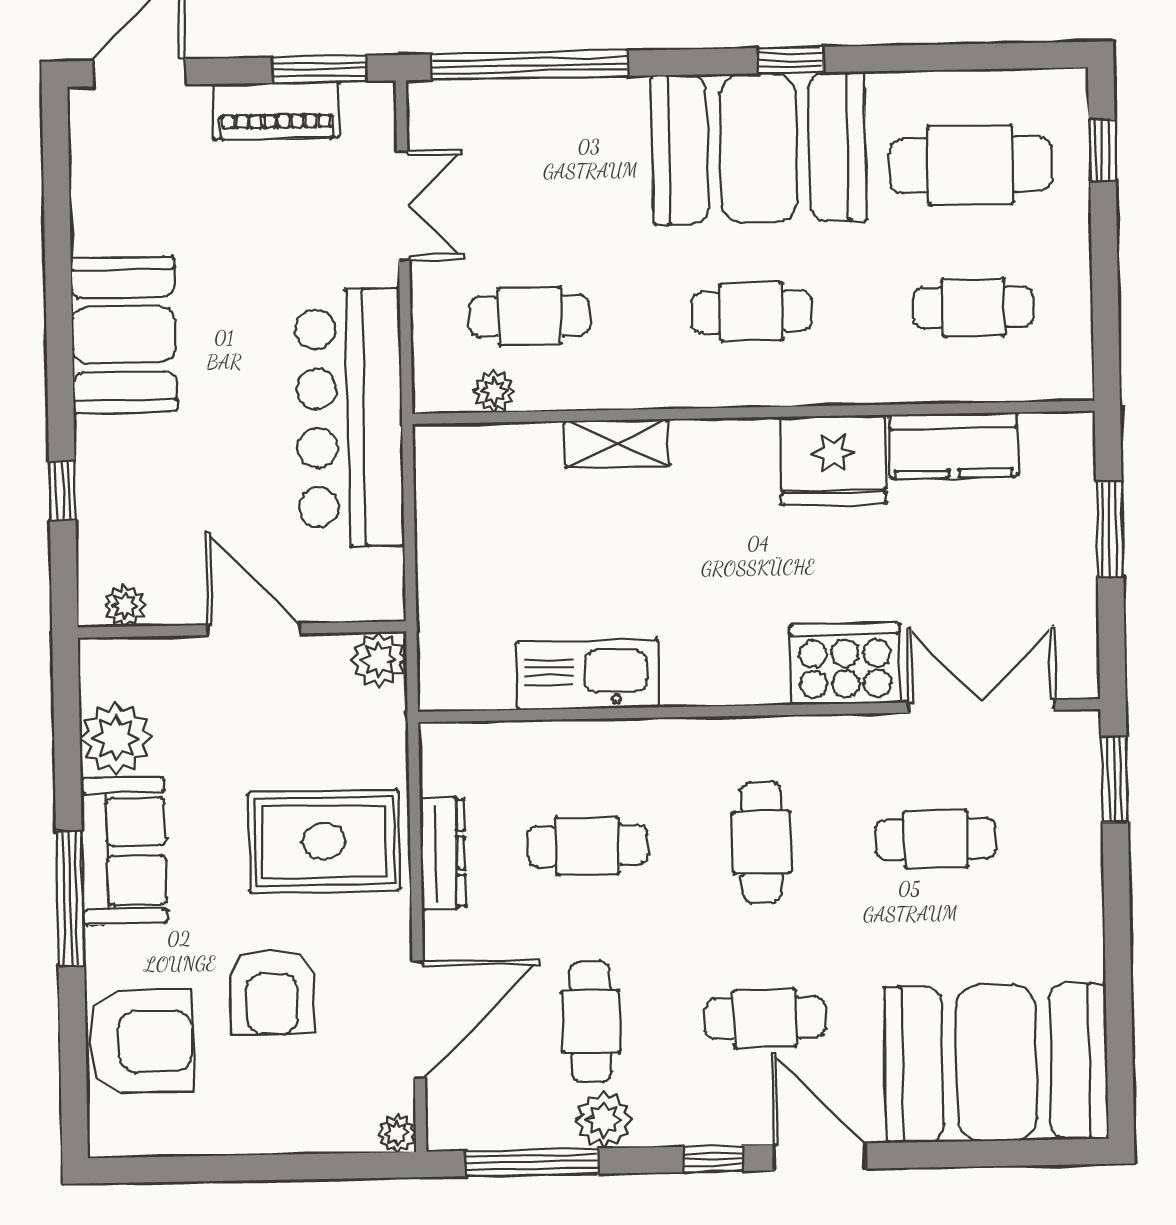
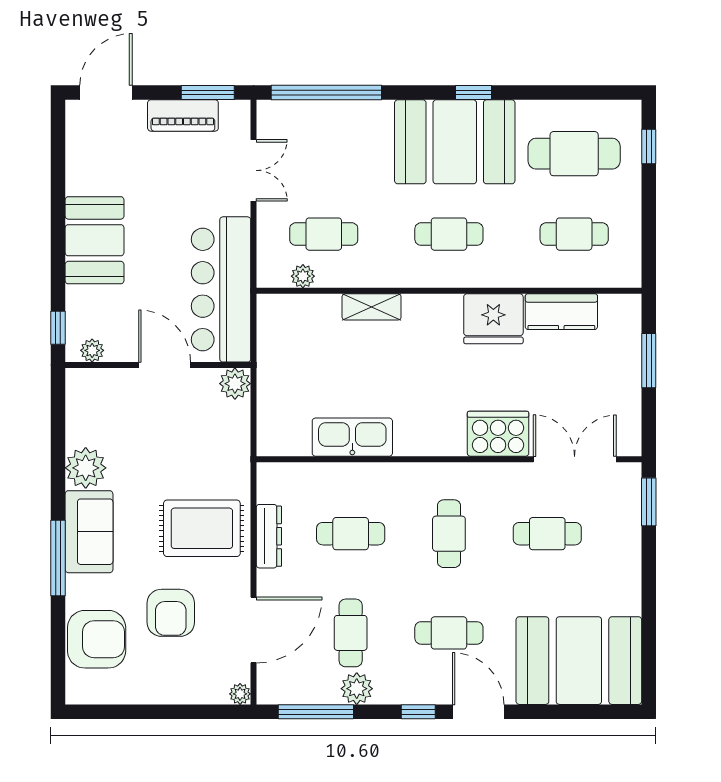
plant: (125, 606) -> (92, 350), moved
wall: (242, 629) -> (158, 365), moved
door: (254, 629) -> (165, 365), moved
plant: (379, 660) -> (235, 384), moved

